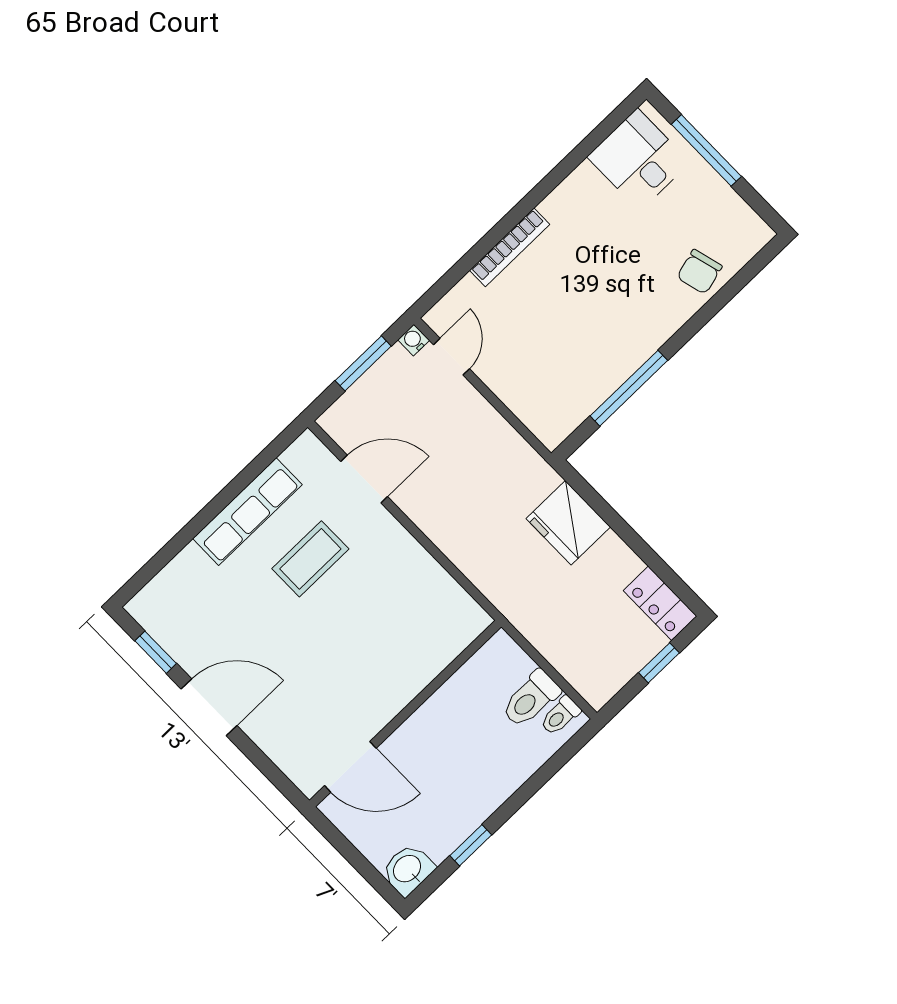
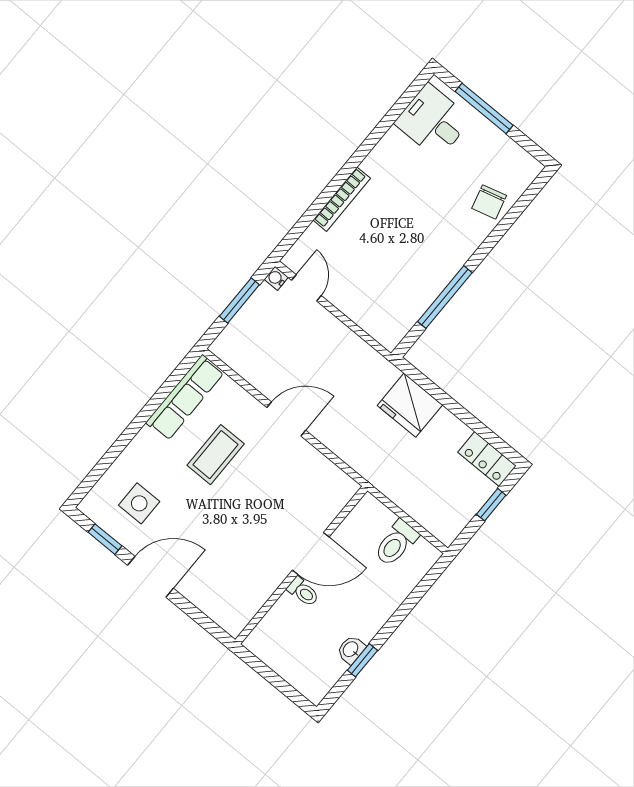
door: (364, 479) -> (286, 419), moved
row of seats: (247, 512) -> (185, 398), moved
side table: (205, 611) -> (139, 503), added
toilet: (560, 716) -> (303, 592), moved, turned -90
door: (350, 767) -> (311, 554), moved
washbasin: (408, 869) -> (351, 650), moved, width x0.72, depth x0.69

